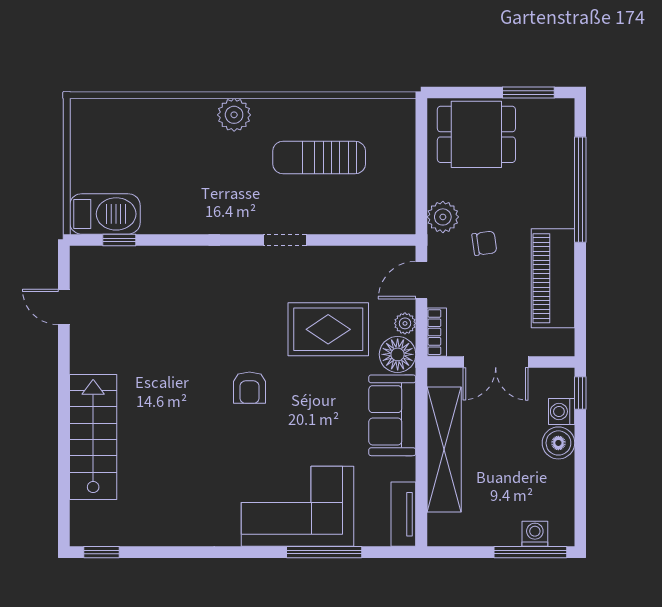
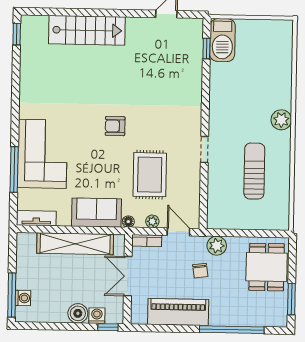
floor lamp: (398, 354) -> (128, 222), width x0.53, depth x0.53

